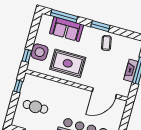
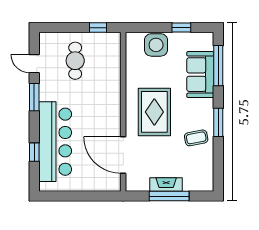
window: (27, 56) -> (181, 28), moved
rug: (68, 63) -> (154, 112), moved

